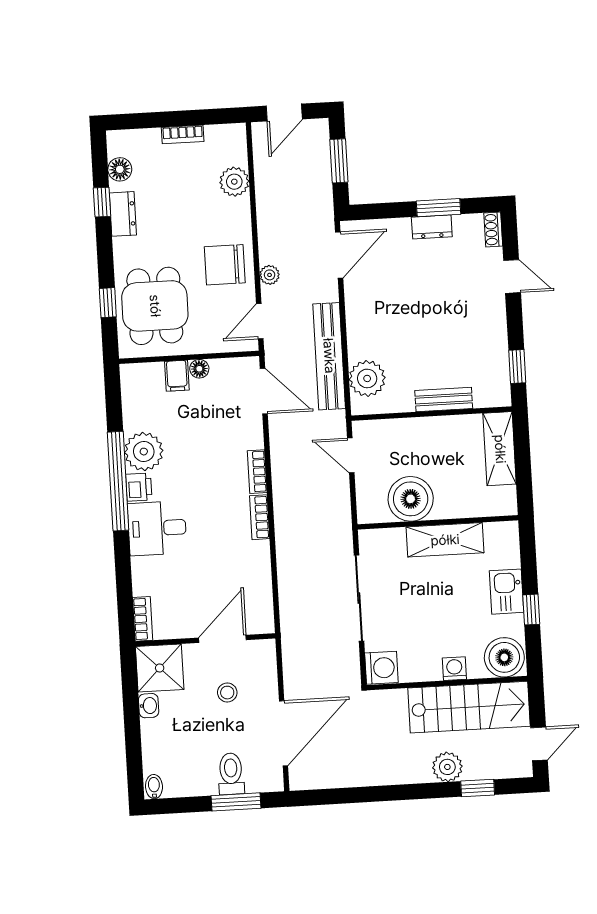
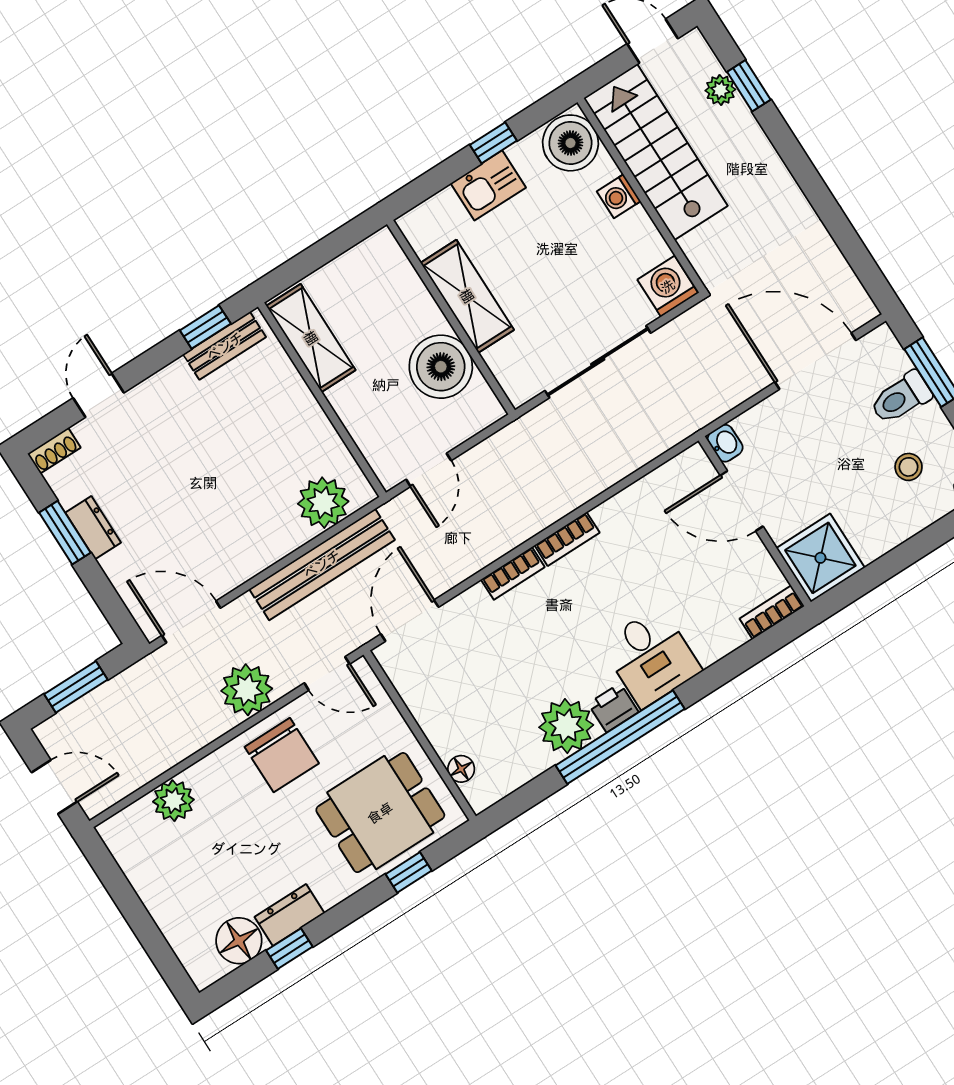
bookcase: (183, 134) -> (151, 896), removed
floor lamp: (120, 169) -> (239, 941), width x1.38, depth x1.38
plant: (270, 275) -> (247, 690), width x1.87, depth x1.87
floor lamp: (199, 369) -> (461, 769), moved
filing cabinet: (177, 376) -> (451, 738), removed
bench: (444, 399) -> (225, 346), moved, turned 90
shelving: (500, 449) -> (311, 338), moved, turned 90
stool: (227, 693) -> (909, 467), moved
washbasin: (149, 706) -> (725, 443), moved, turned 90
plant: (447, 767) -> (720, 90), moved, width x0.73, depth x0.73

